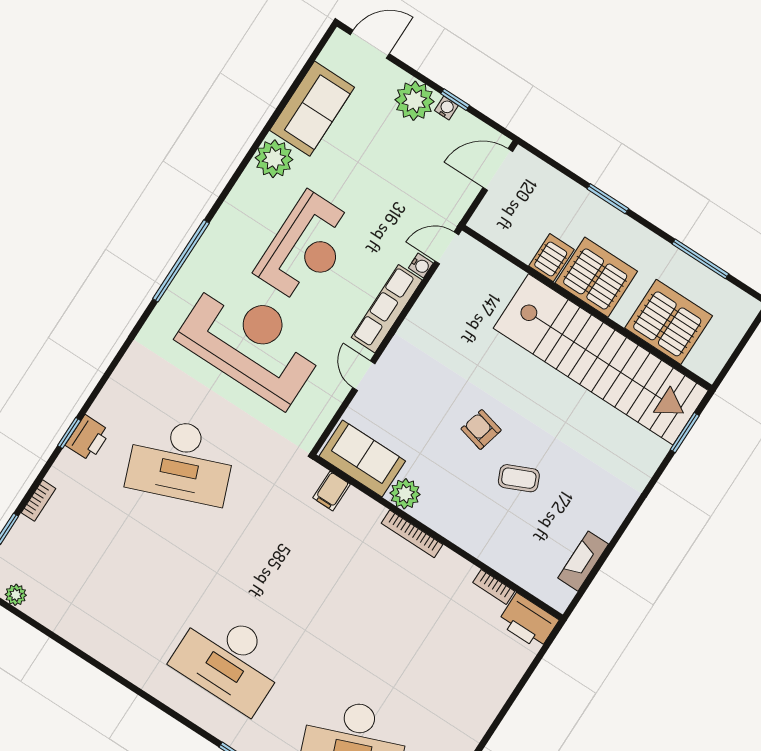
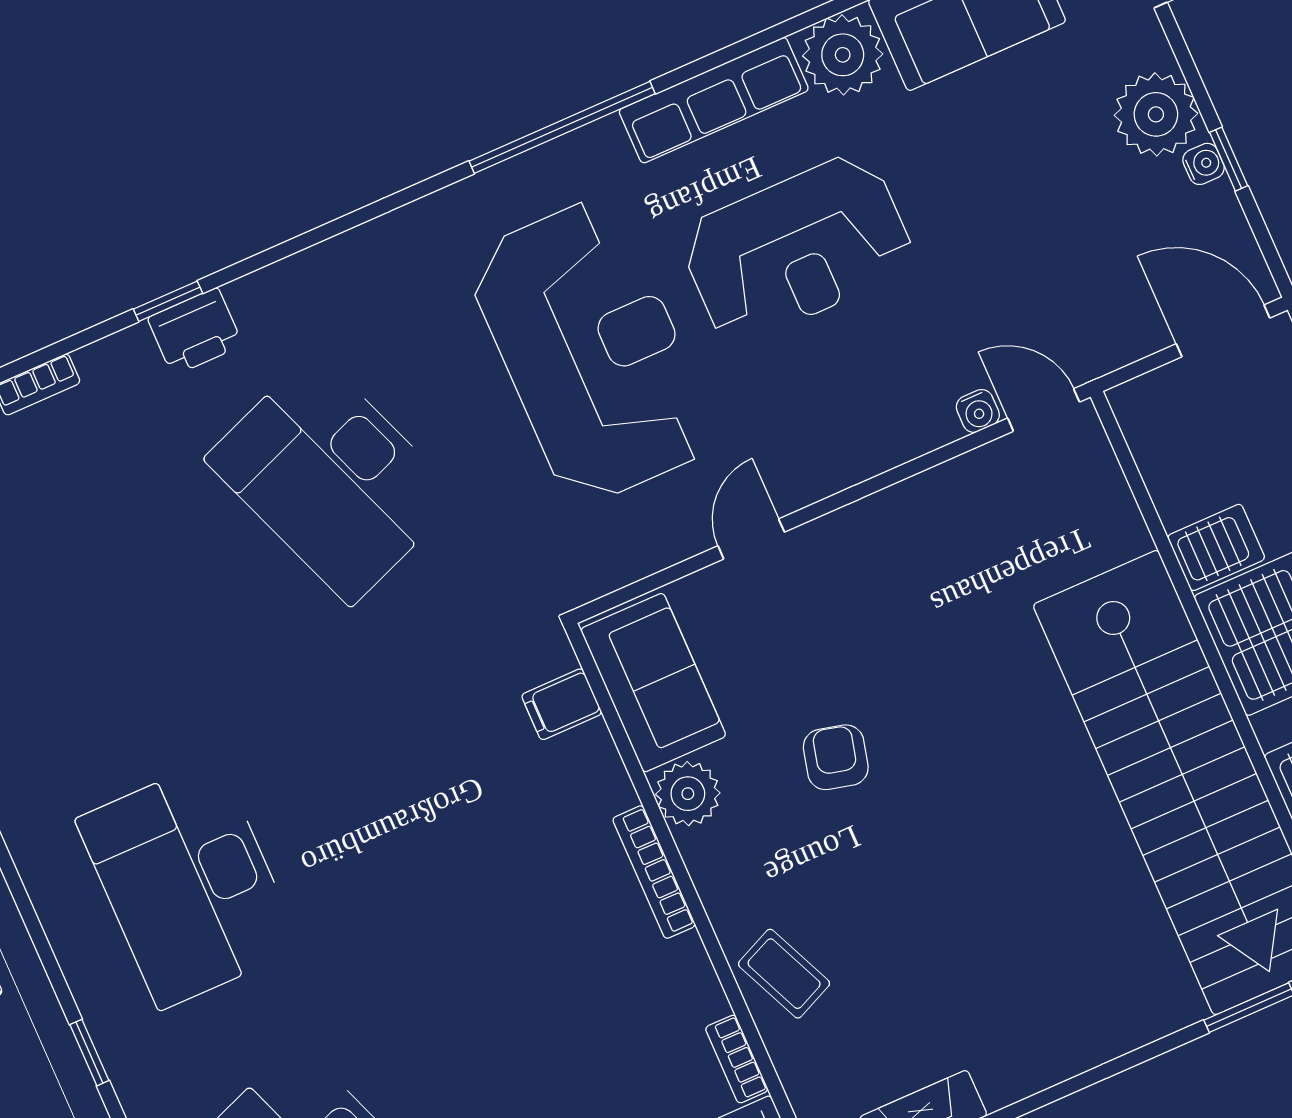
row of seats: (387, 309) -> (714, 100), moved, turned 180
armchair: (481, 430) -> (836, 757), moved
coffee table: (519, 478) -> (784, 974), moved

